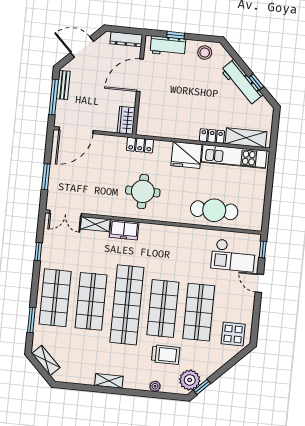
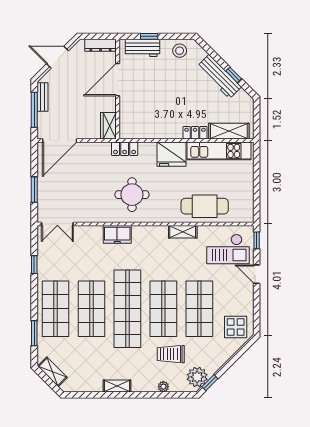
shelving: (95, 224) -> (183, 232), moved
trolley: (166, 355) -> (171, 354), turned 180

